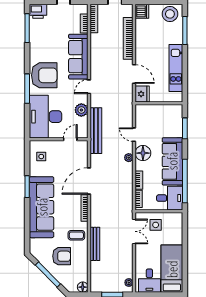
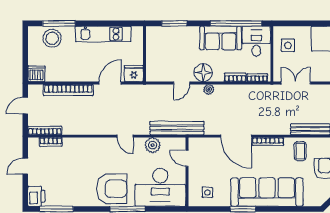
stool: (170, 14) -> (52, 38), moved
sofa: (78, 57) -> (90, 149), removed
armchair: (44, 75) -> (112, 189), turned 90
sofa: (172, 161) -> (221, 38), width x0.73
side table: (156, 225) -> (288, 45), moved

